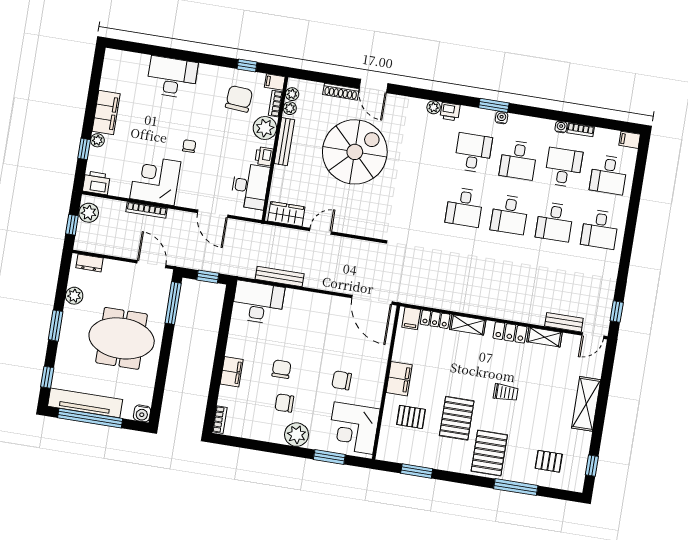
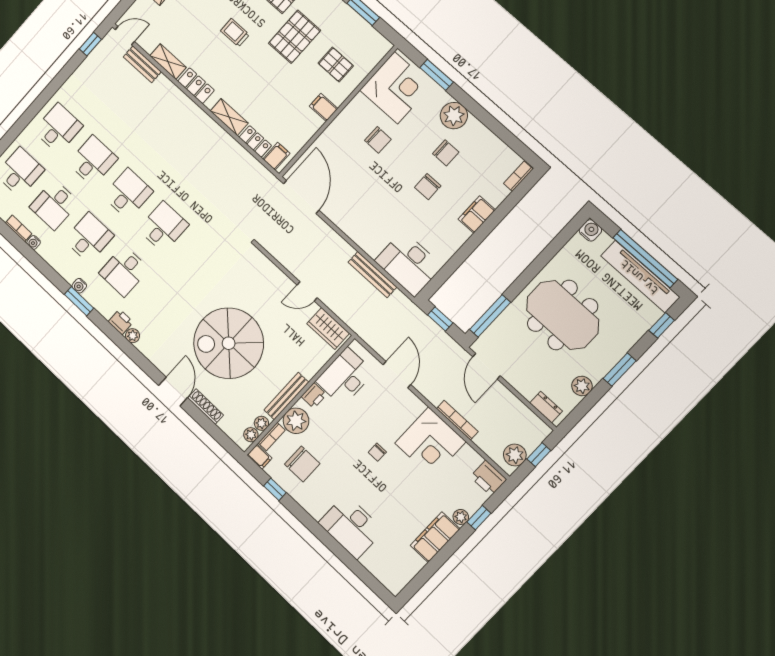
chair: (239, 99) -> (302, 464), turned -94
filing cabinet: (399, 379) -> (324, 107), width x0.50

